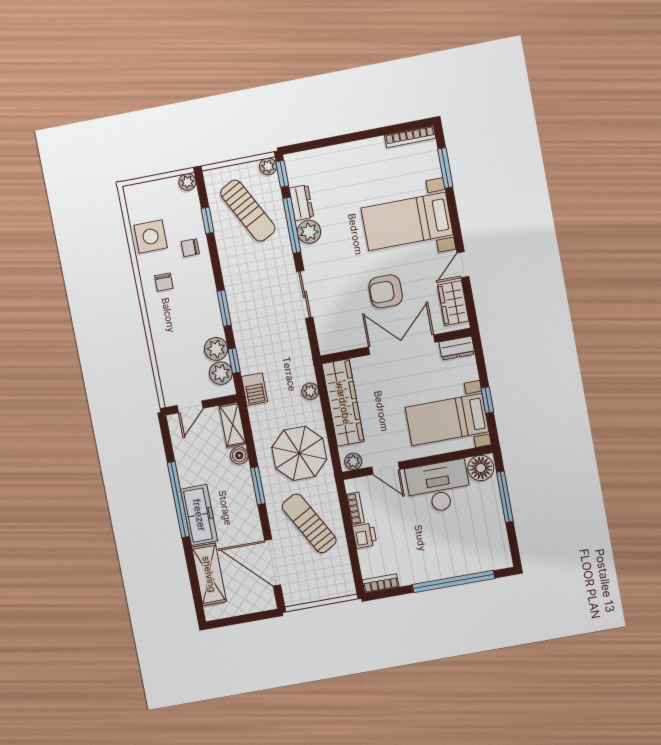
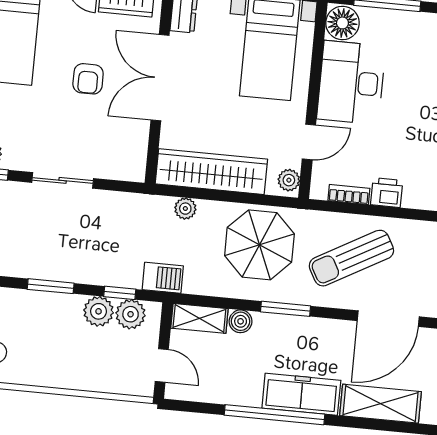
armchair: (386, 291) -> (88, 79), width x0.72, depth x0.72

